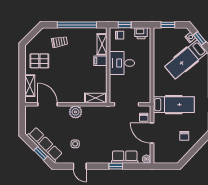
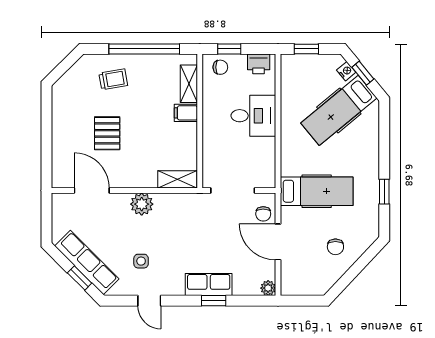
pallet: (39, 61) -> (107, 133), moved, turned 90
desk: (122, 63) -> (253, 116), moved, turned 180
shelving: (30, 86) -> (60, 157), removed
row of seats: (125, 157) -> (209, 285), moved

